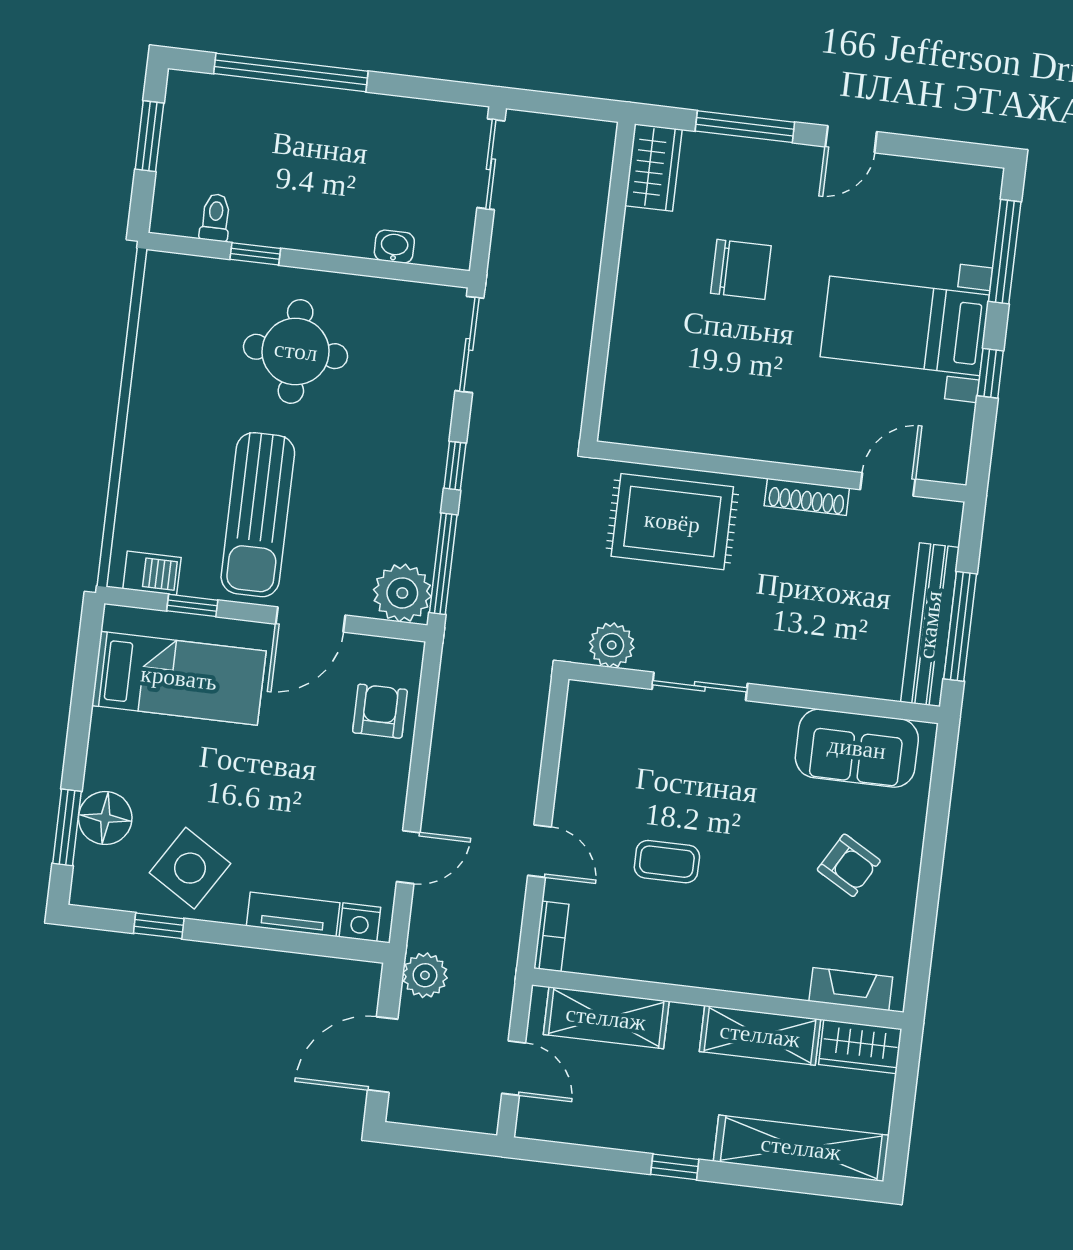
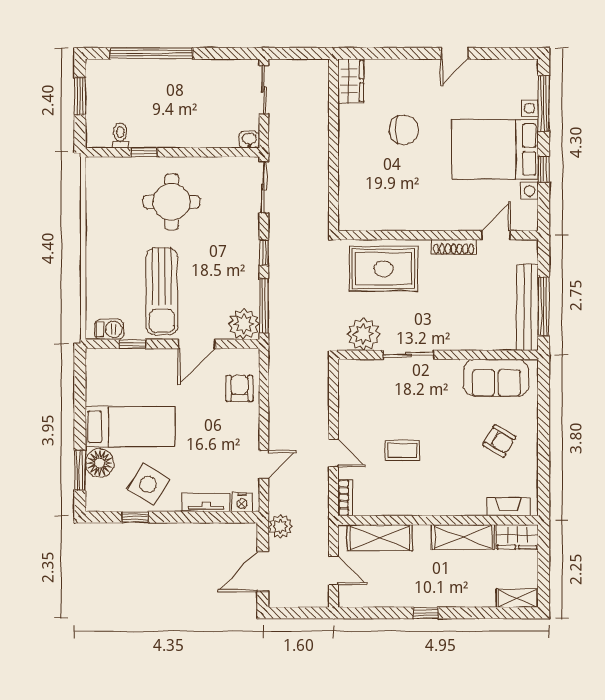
window: (745, 127) -> (397, 53), removed
washbasin: (394, 247) -> (249, 140), moved
bed with nightstands: (905, 326) -> (495, 149), width x1.36
plant: (612, 645) -> (363, 334), width x1.36, depth x1.36
bed: (179, 678) -> (130, 427), moved
shelving: (801, 1148) -> (517, 598), width x0.45, depth x0.75

